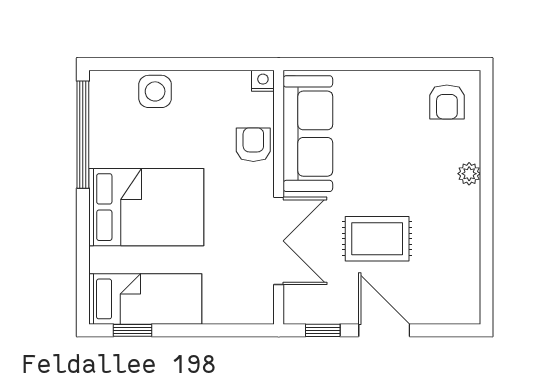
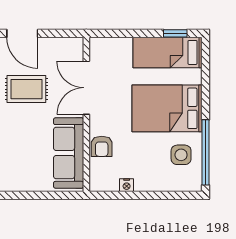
nightstand: (263, 81) -> (127, 185), moved
side table: (155, 91) -> (181, 155), moved
window: (323, 330) -> (60, 33), removed

